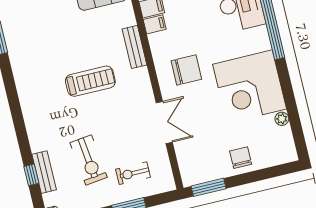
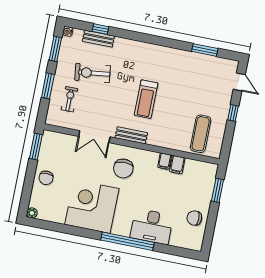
bench: (134, 47) -> (131, 135), moved
plant: (282, 119) -> (32, 213), moved
chair: (241, 158) -> (46, 178), turned 90

